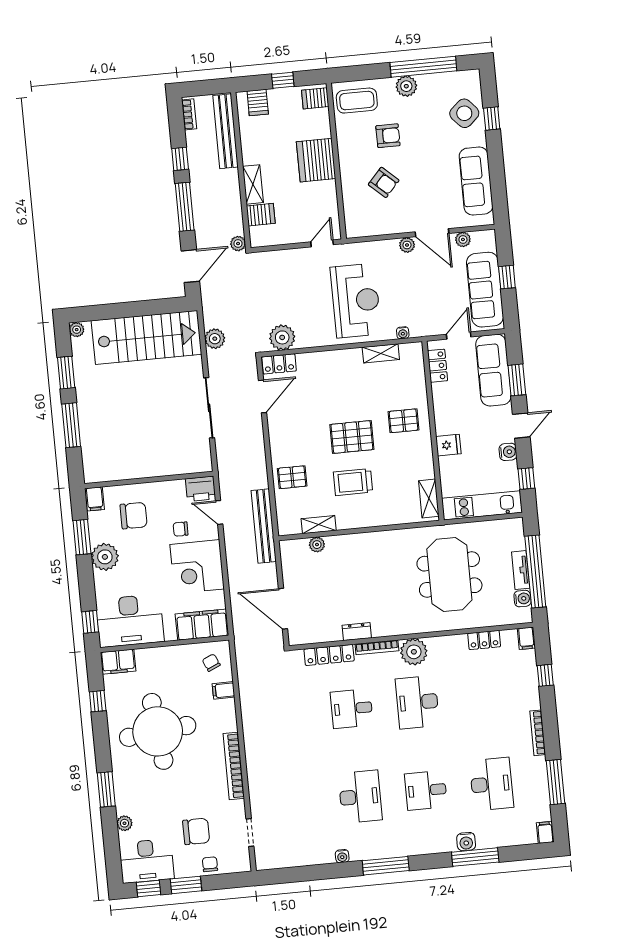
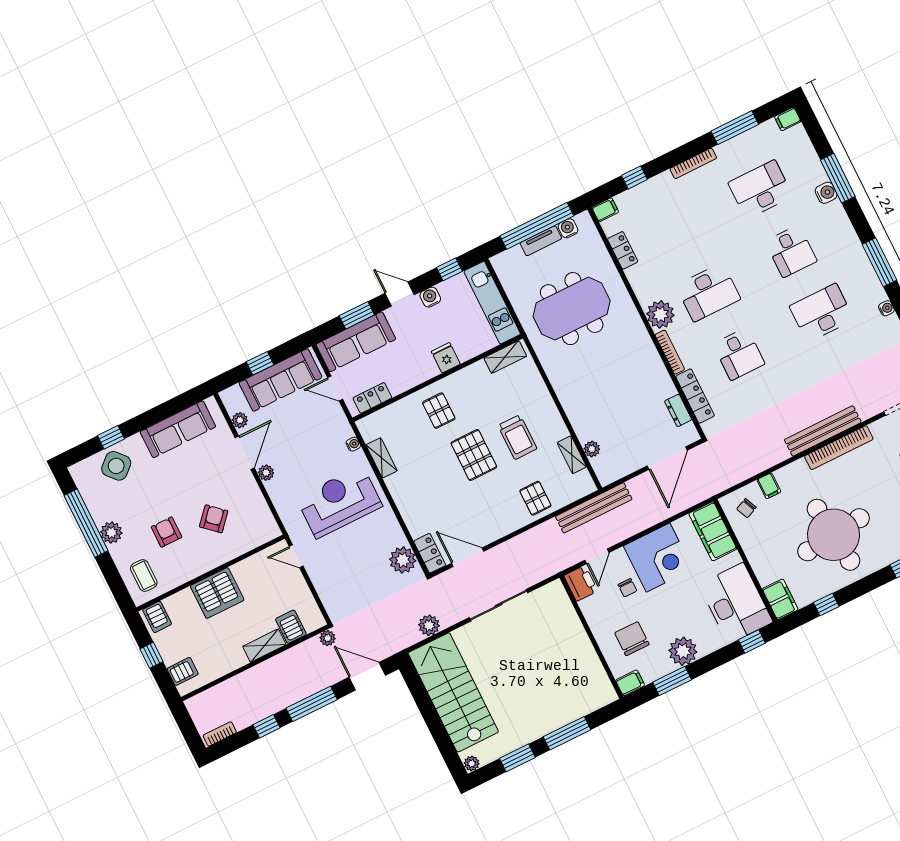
coffee table: (357, 101) -> (144, 575), width x0.73, depth x0.77
bench: (226, 131) -> (823, 431), moved
dresser: (357, 632) -> (678, 410), moved

